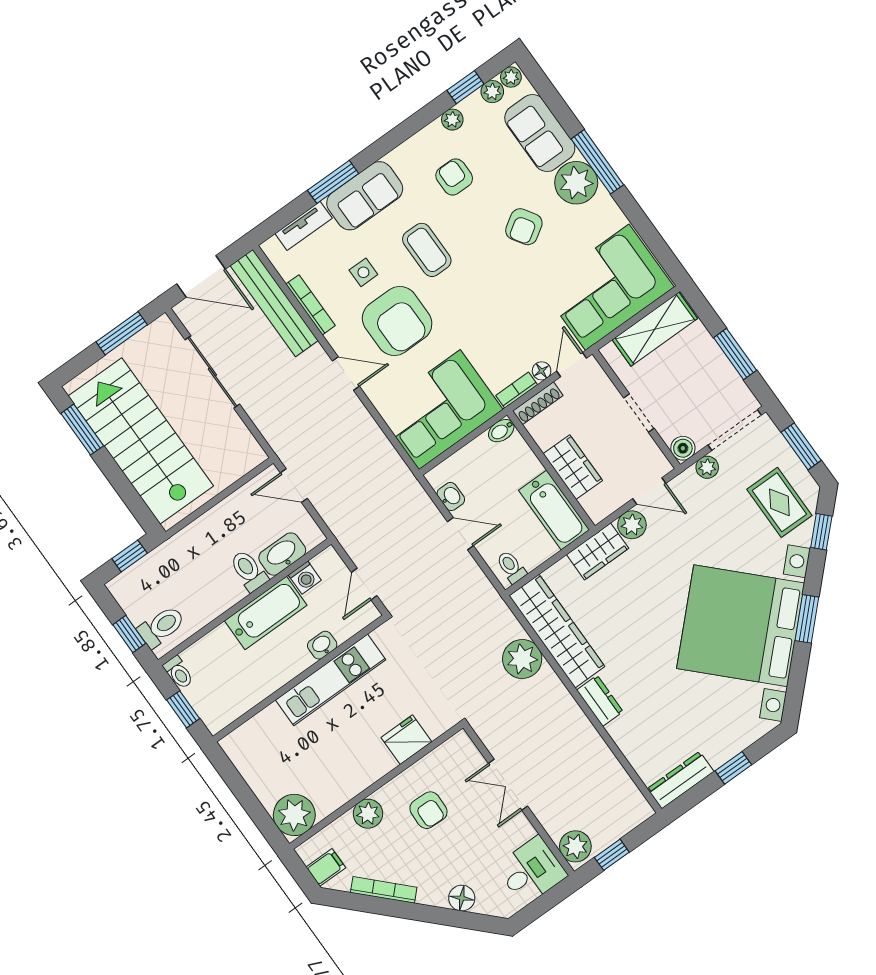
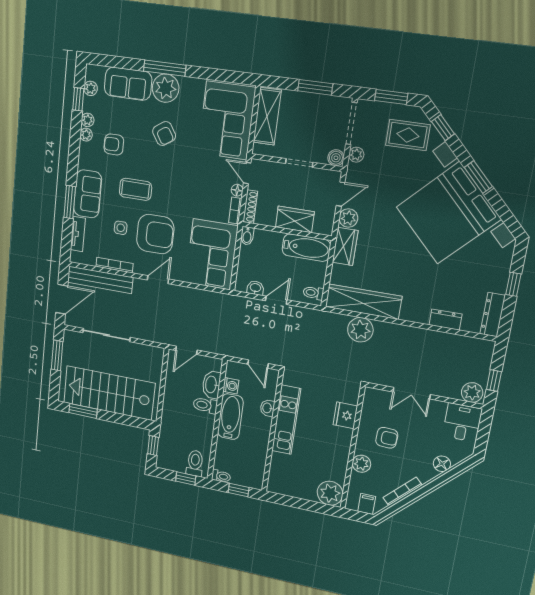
plant: (511, 77) -> (86, 135), moved
dresser: (600, 701) -> (446, 320), moved

